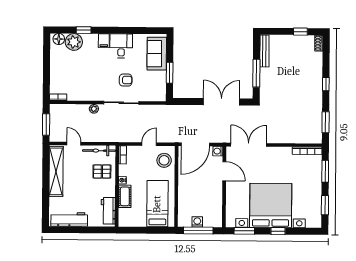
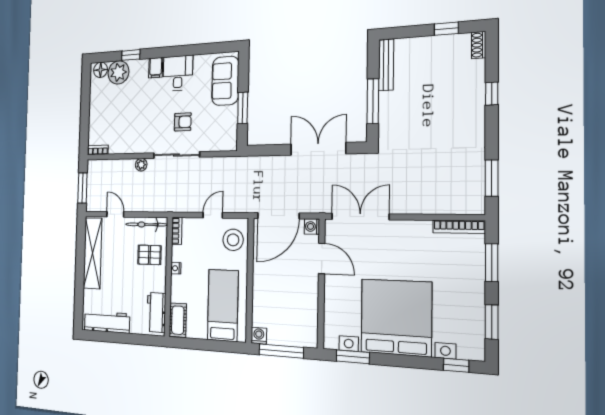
window: (326, 84) -> (492, 94), moved
cot: (125, 196) -> (178, 320), moved
washing machine: (197, 222) -> (259, 336), moved
window: (278, 231) -> (456, 365), moved

